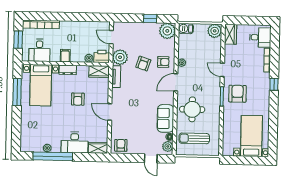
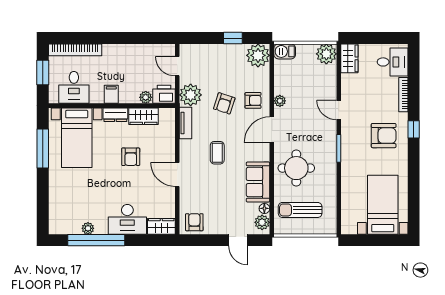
wardrobe: (99, 72) -> (143, 116), moved
armchair: (237, 94) -> (384, 136), moved, turned 90
coffee table: (138, 98) -> (217, 153), added

